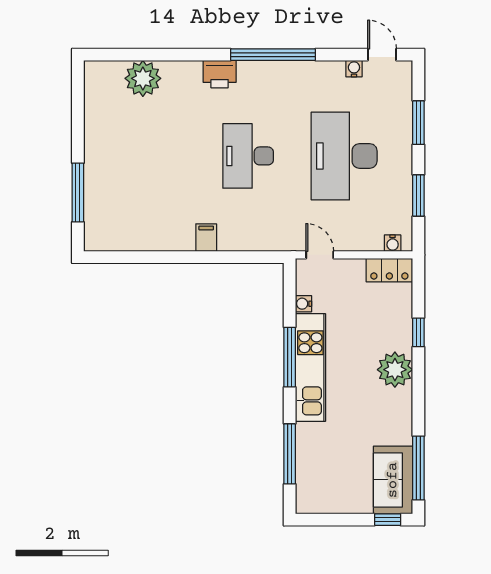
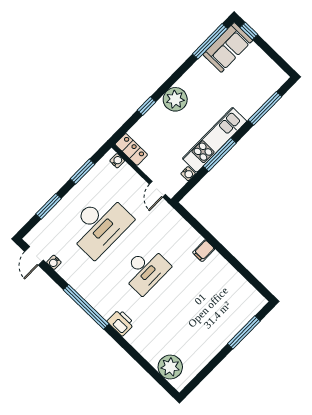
plant: (143, 78) -> (170, 367), moved

